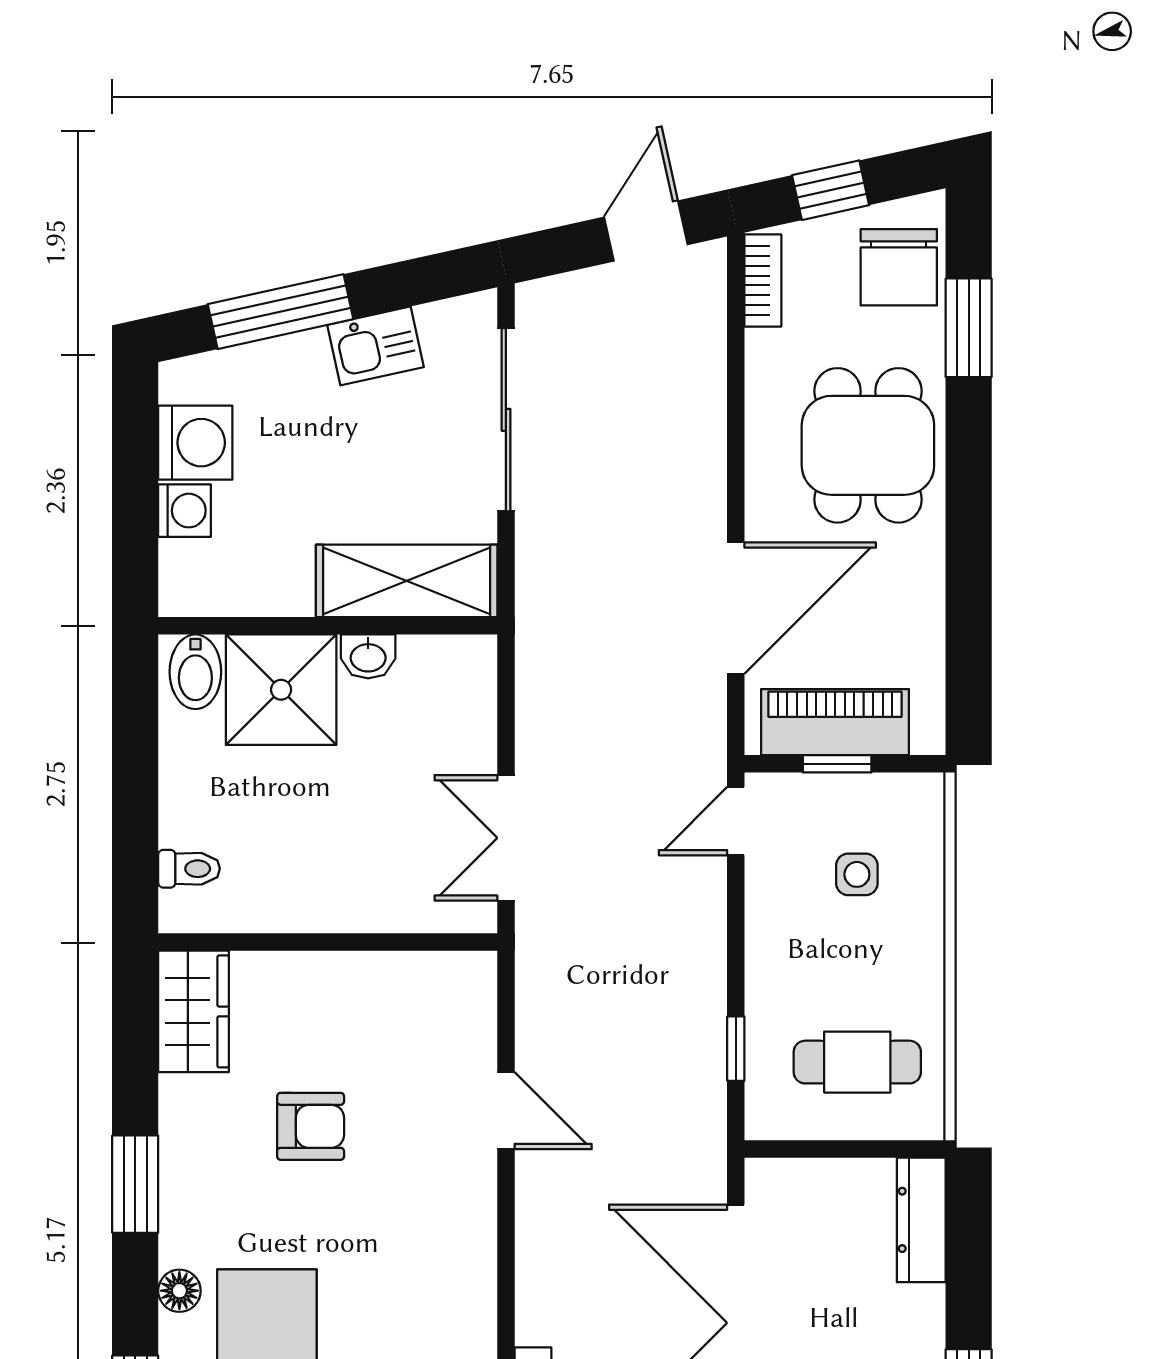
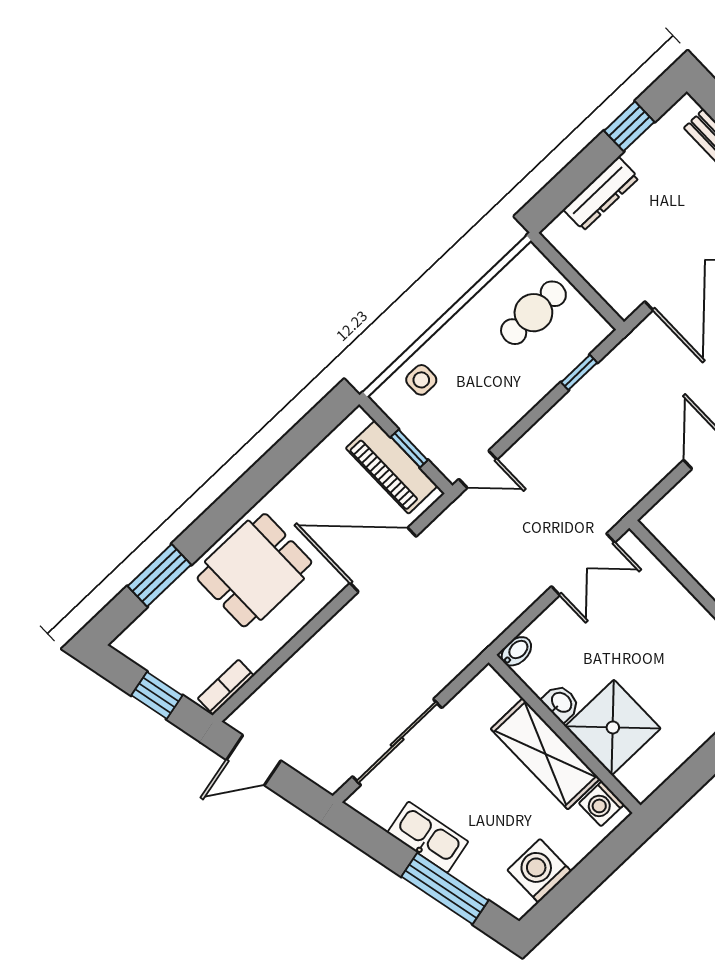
chair: (899, 267) -> (162, 632), removed
kitchen sink: (376, 346) -> (428, 837), width x1.38
washing machine: (185, 511) -> (602, 804), moved, turned -90
shelving: (407, 581) -> (545, 754), moved
bidet: (195, 672) -> (516, 651), moved, width x0.72, depth x0.74
side table: (857, 874) -> (421, 380), moved
cafe table: (857, 1062) -> (533, 313), turned 90
dresser: (921, 1220) -> (601, 194), moved

